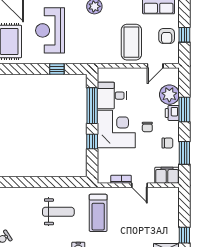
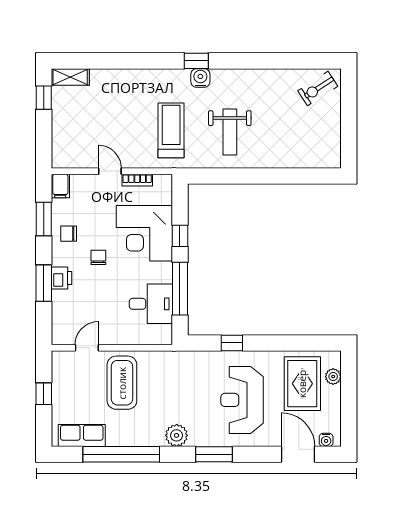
reception desk: (50, 30) -> (242, 400), turned 180
armchair: (167, 36) -> (70, 392), removed
plant: (169, 95) -> (66, 305), removed
corner desk: (116, 129) -> (144, 233), moved
filing cabinet: (167, 175) -> (60, 186), width x0.50
weight bench: (58, 212) -> (230, 132), turned -90

